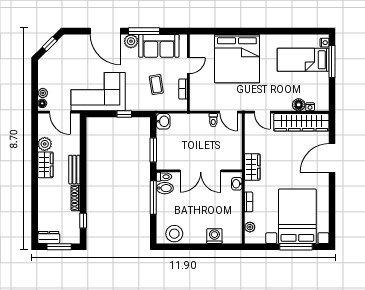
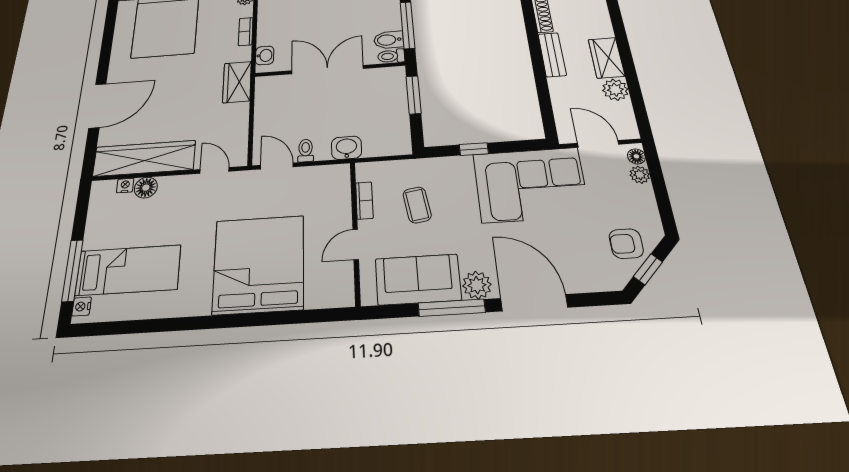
armchair: (57, 57) -> (626, 244), added
washbasin: (163, 121) -> (346, 148), moved, turned 90

